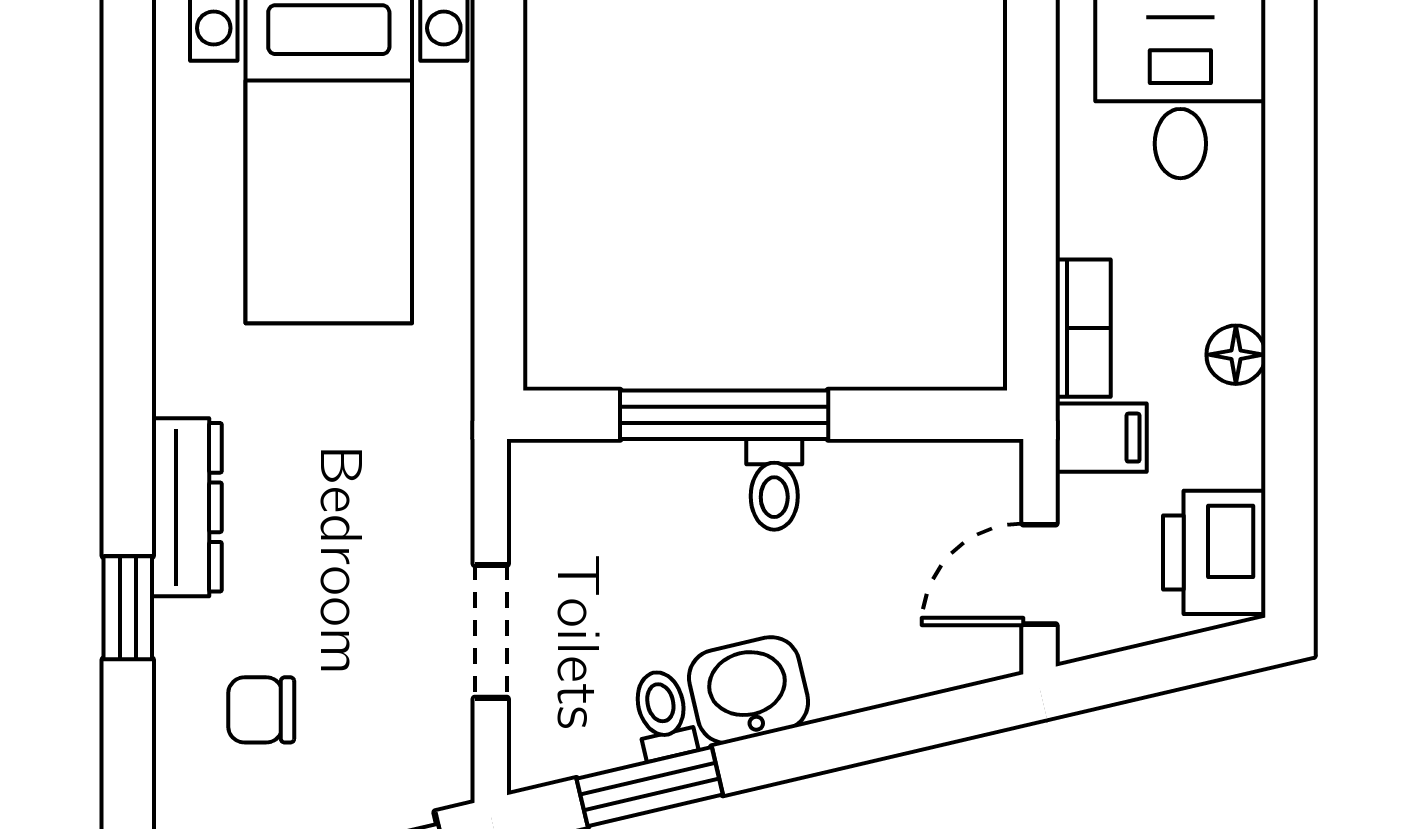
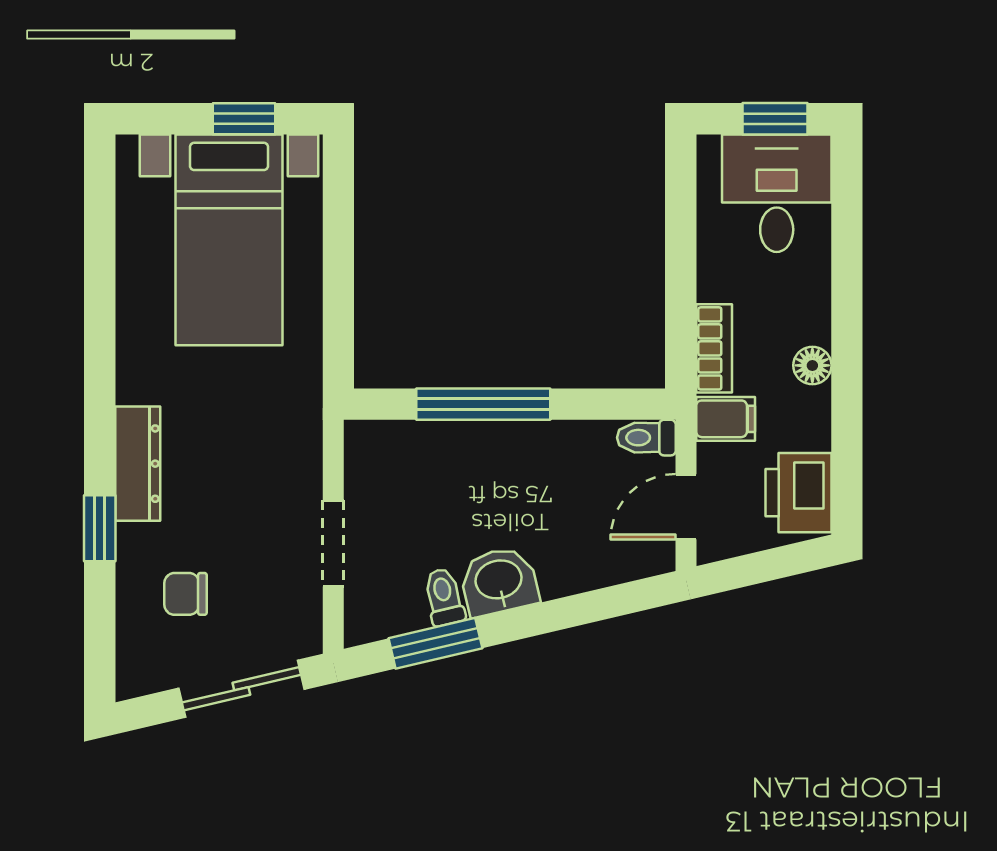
toilet: (774, 484) -> (646, 438), moved, turned 90

